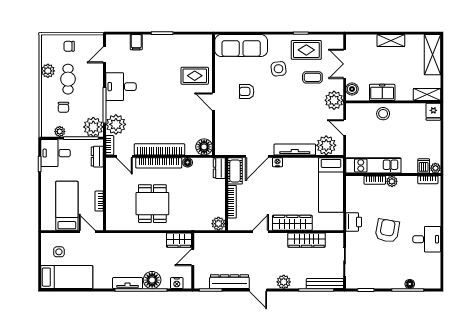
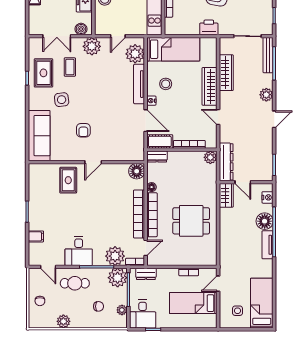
cafe table: (68, 79) -> (75, 283), moved
stool: (295, 177) -> (166, 84), added
dresser: (229, 282) -> (226, 162), moved, turned 180

